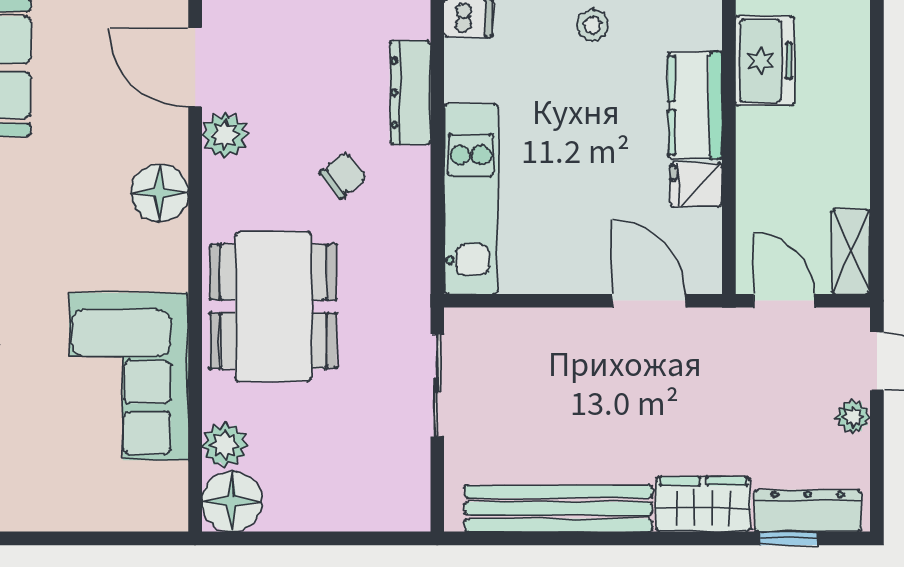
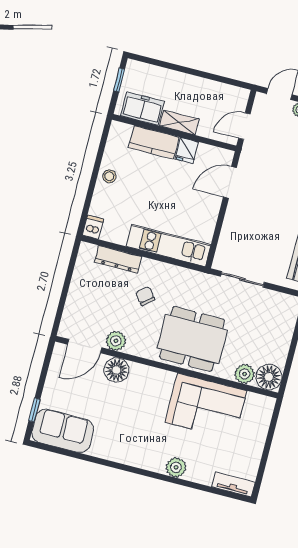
floor lamp: (160, 193) -> (116, 370), moved
shelving: (851, 252) -> (179, 123), moved

